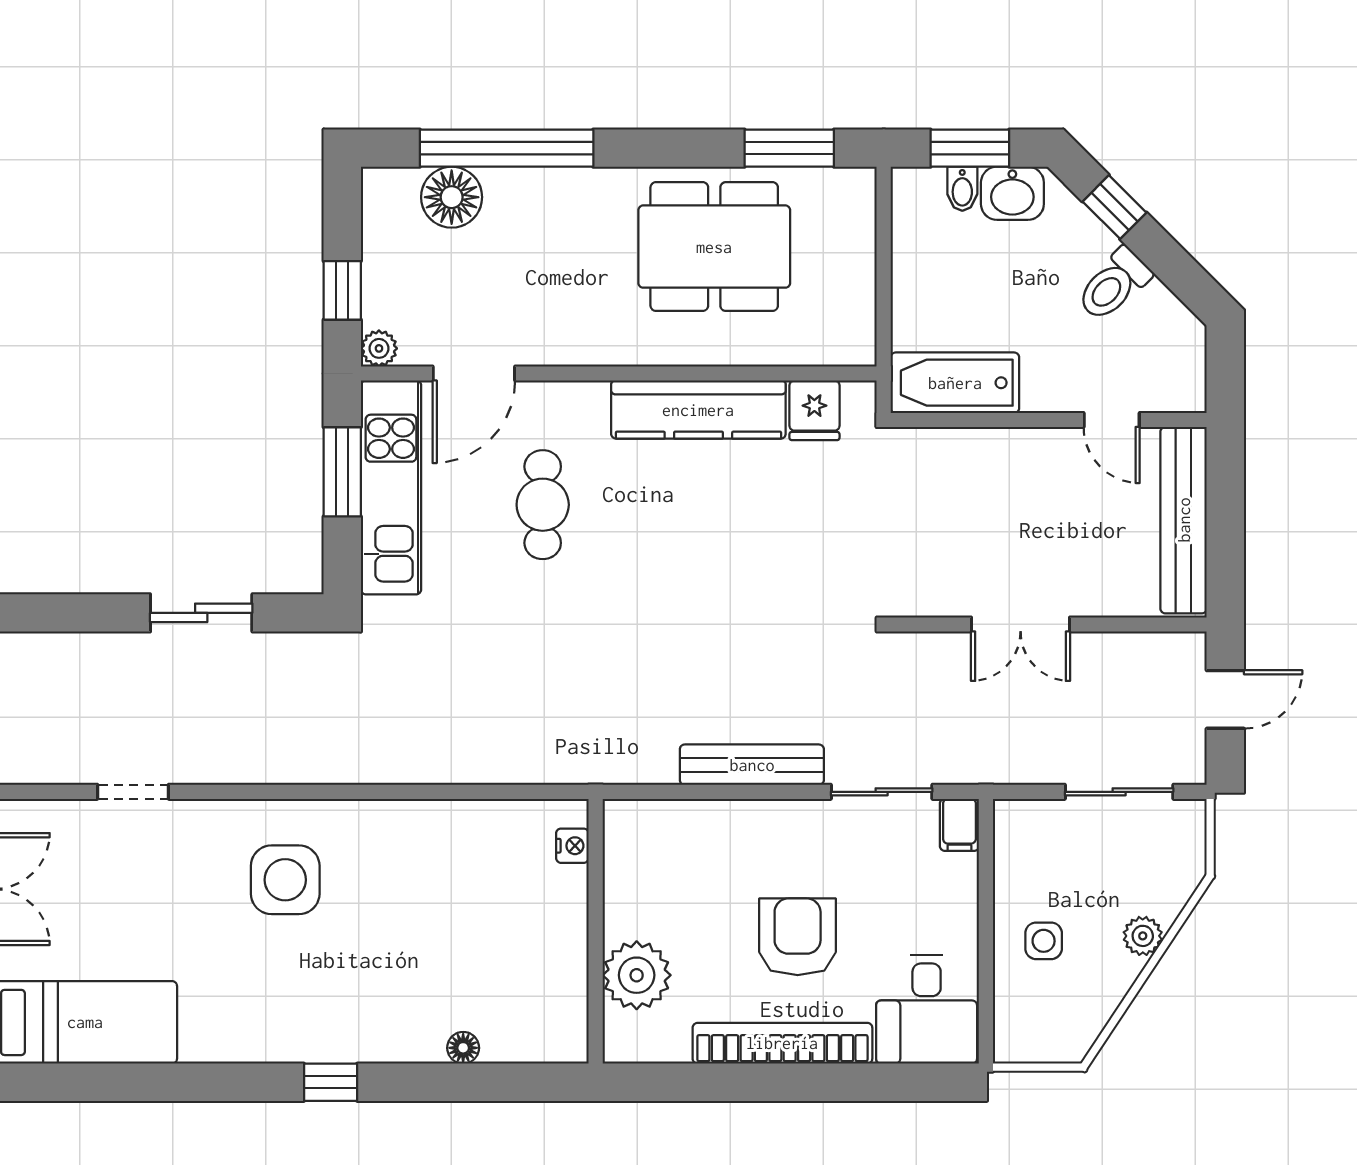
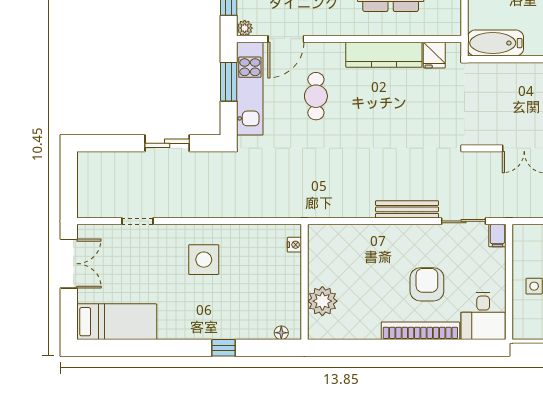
nightstand: (572, 846) -> (294, 245), moved
wall: (596, 931) -> (305, 282), moved
plant: (637, 975) -> (322, 301), moved

